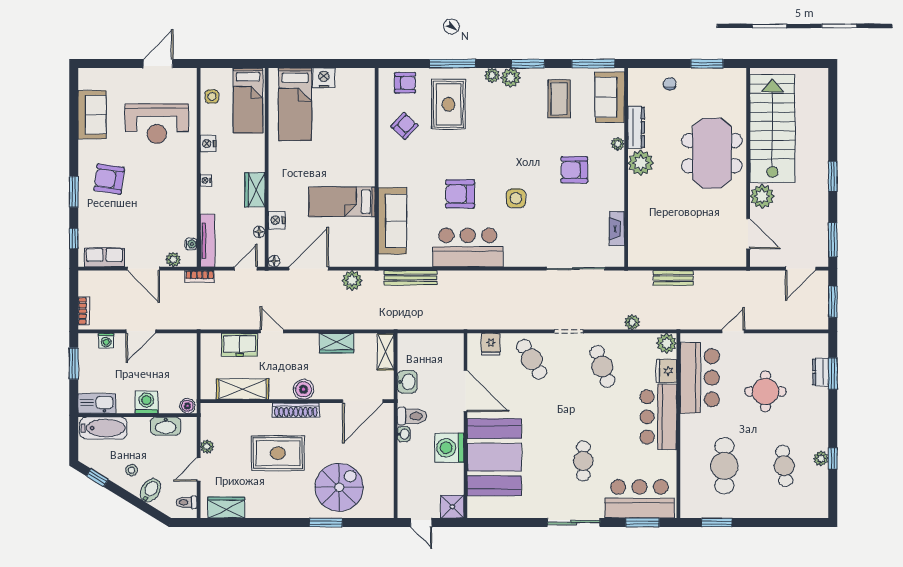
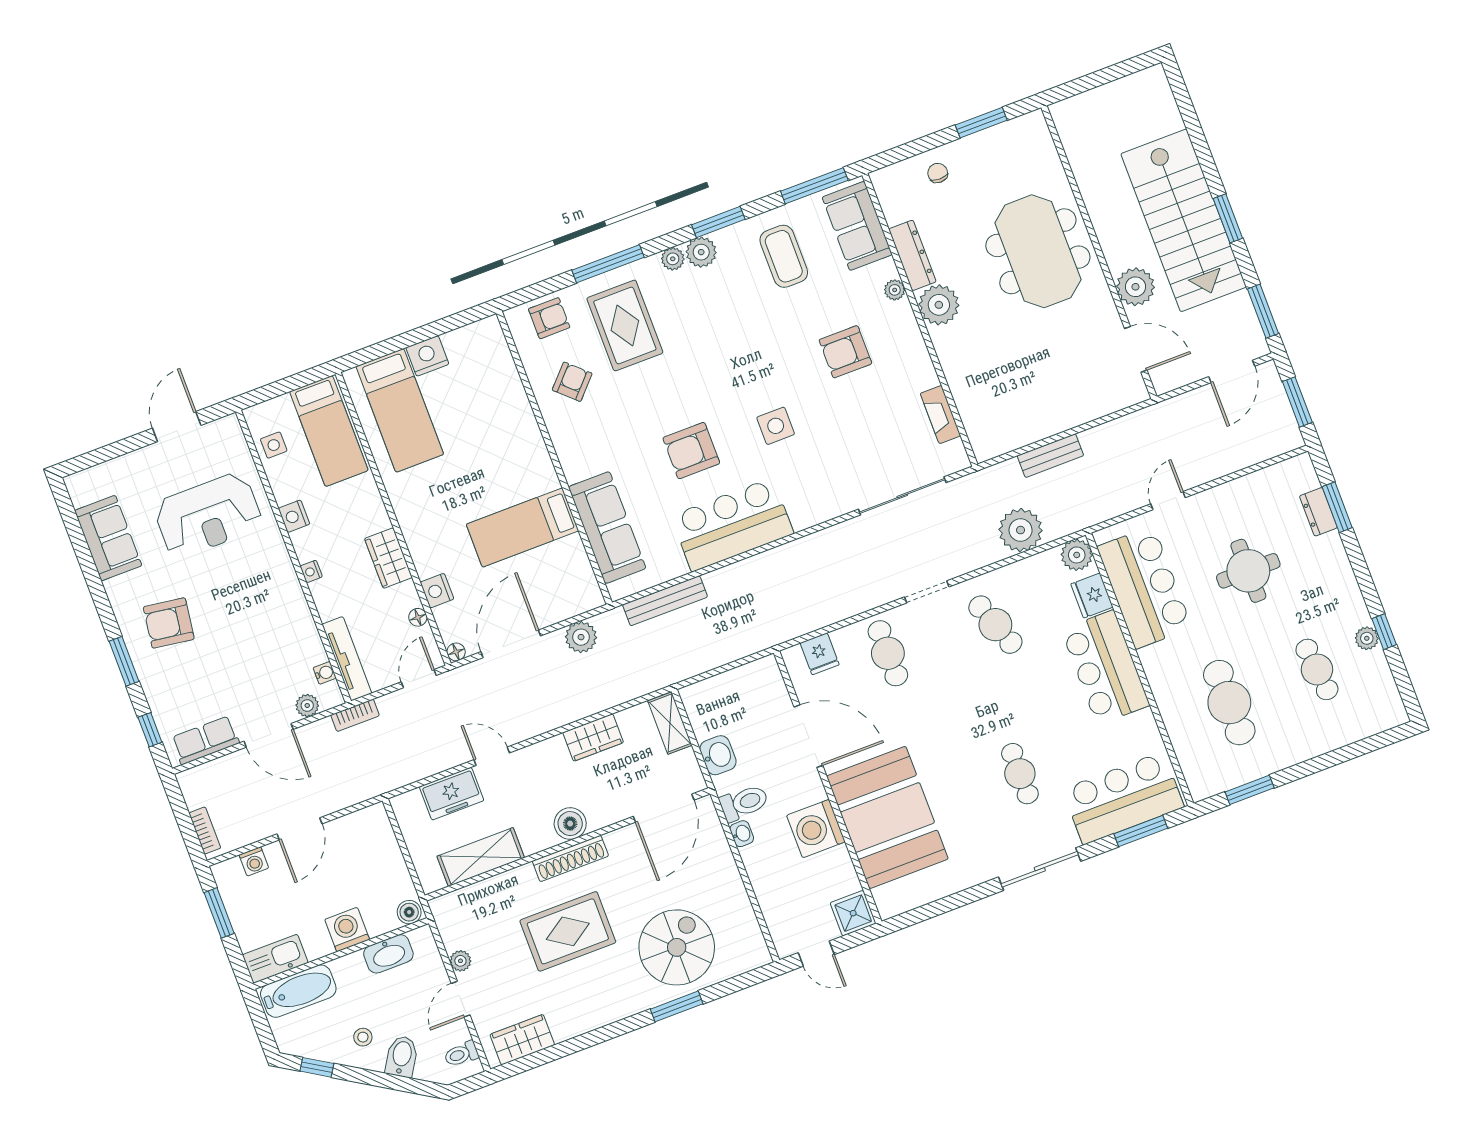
stairs: (772, 129) -> (1184, 220), moved, turned 180
plant: (632, 322) -> (1021, 530), width x1.87, depth x1.87
cafe table: (532, 359) -> (888, 653), turned 31

